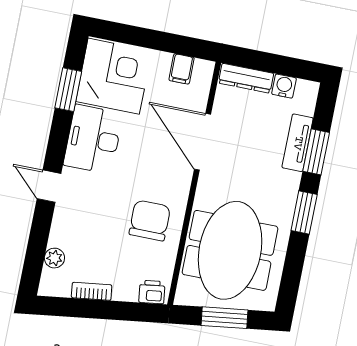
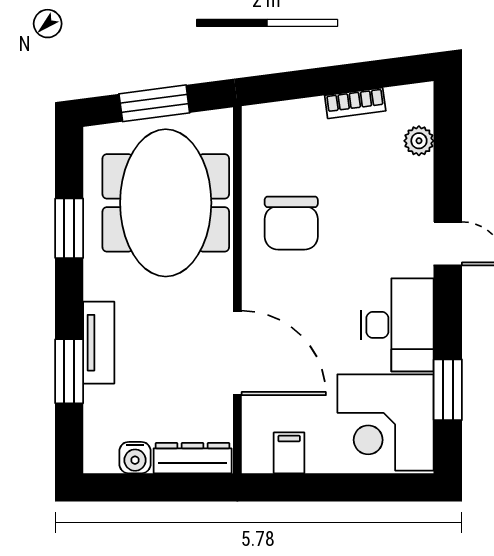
tv unit: (298, 143) -> (99, 343), moved
window: (304, 212) -> (69, 228), moved
printer: (152, 292) -> (267, 120), removed

